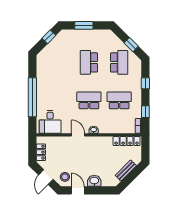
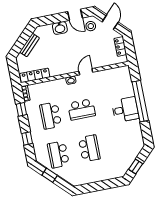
window: (84, 25) -> (102, 185), removed
school desk: (119, 100) -> (51, 116), turned 90
desk: (50, 122) -> (125, 110), moved, turned 90
door: (78, 135) -> (86, 72), swing flipped

